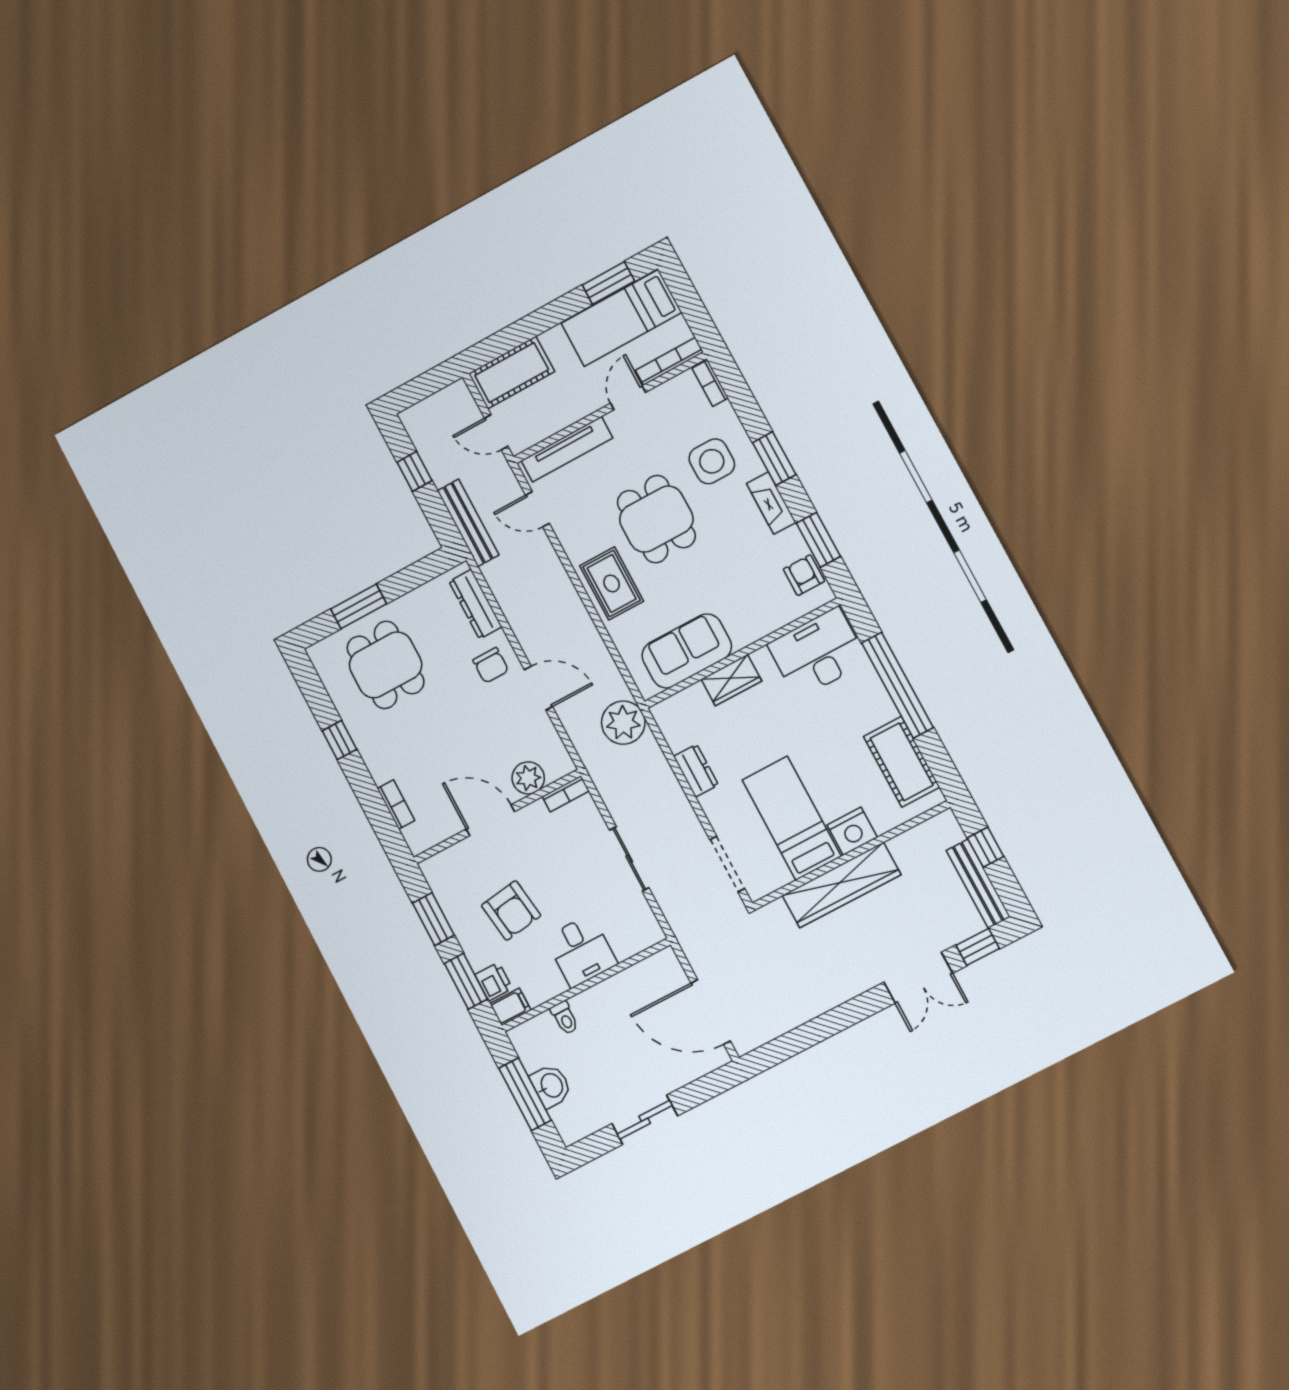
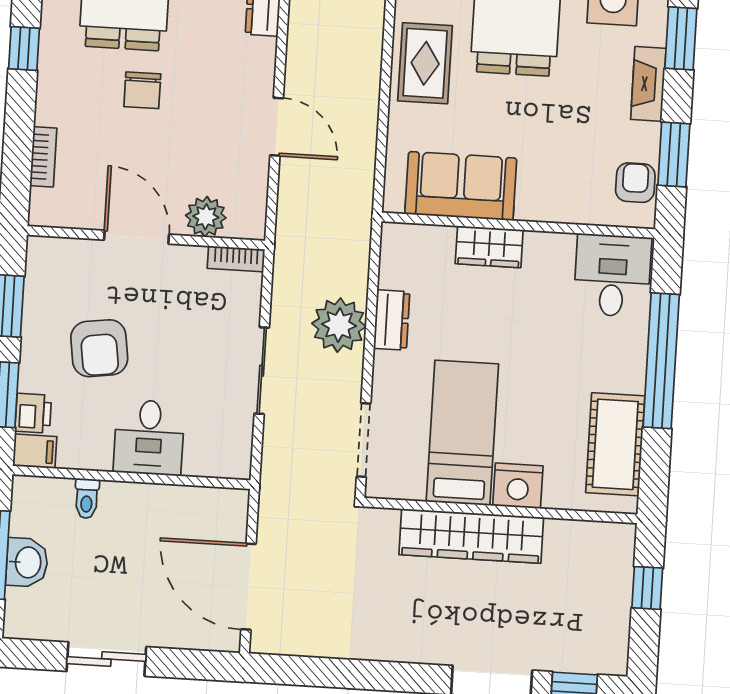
desk: (818, 653) -> (612, 275), width x0.73
chair: (491, 665) -> (142, 90), moved
plant: (623, 723) -> (339, 325), moved
bench: (978, 884) -> (616, 622), removed

